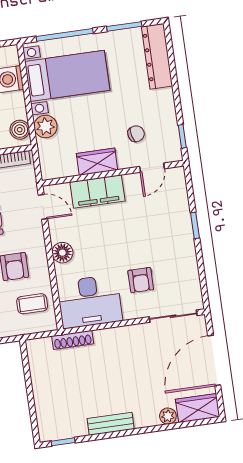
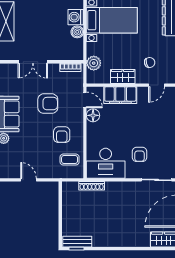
plant: (46, 126) -> (94, 63), moved
boiler: (20, 130) -> (77, 32), moved
floor lamp: (62, 253) -> (93, 115), moved
plant: (168, 416) -> (144, 242), removed
bench: (111, 424) -> (77, 242), moved

